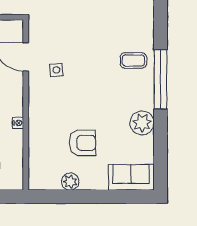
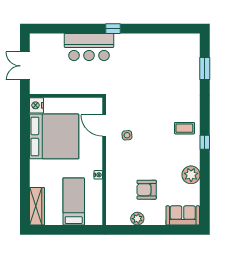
window: (161, 79) -> (205, 142), width x0.32
armchair: (83, 143) -> (147, 190), turned 180

